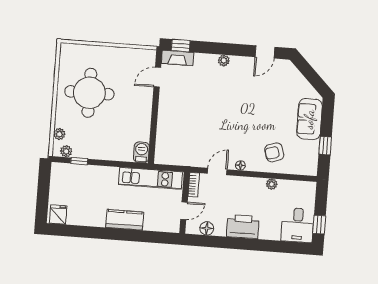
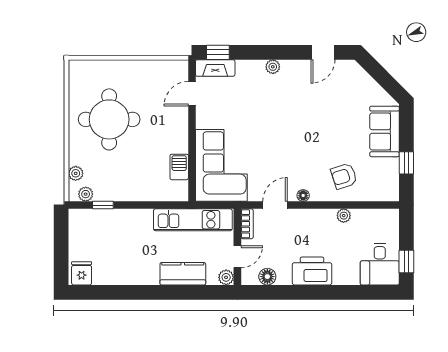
corner sofa: (177, 136) -> (221, 165), added
barbecue: (141, 152) -> (179, 167), moved
kitchen counter: (125, 220) -> (183, 274), moved
plant: (174, 226) -> (226, 277), added

